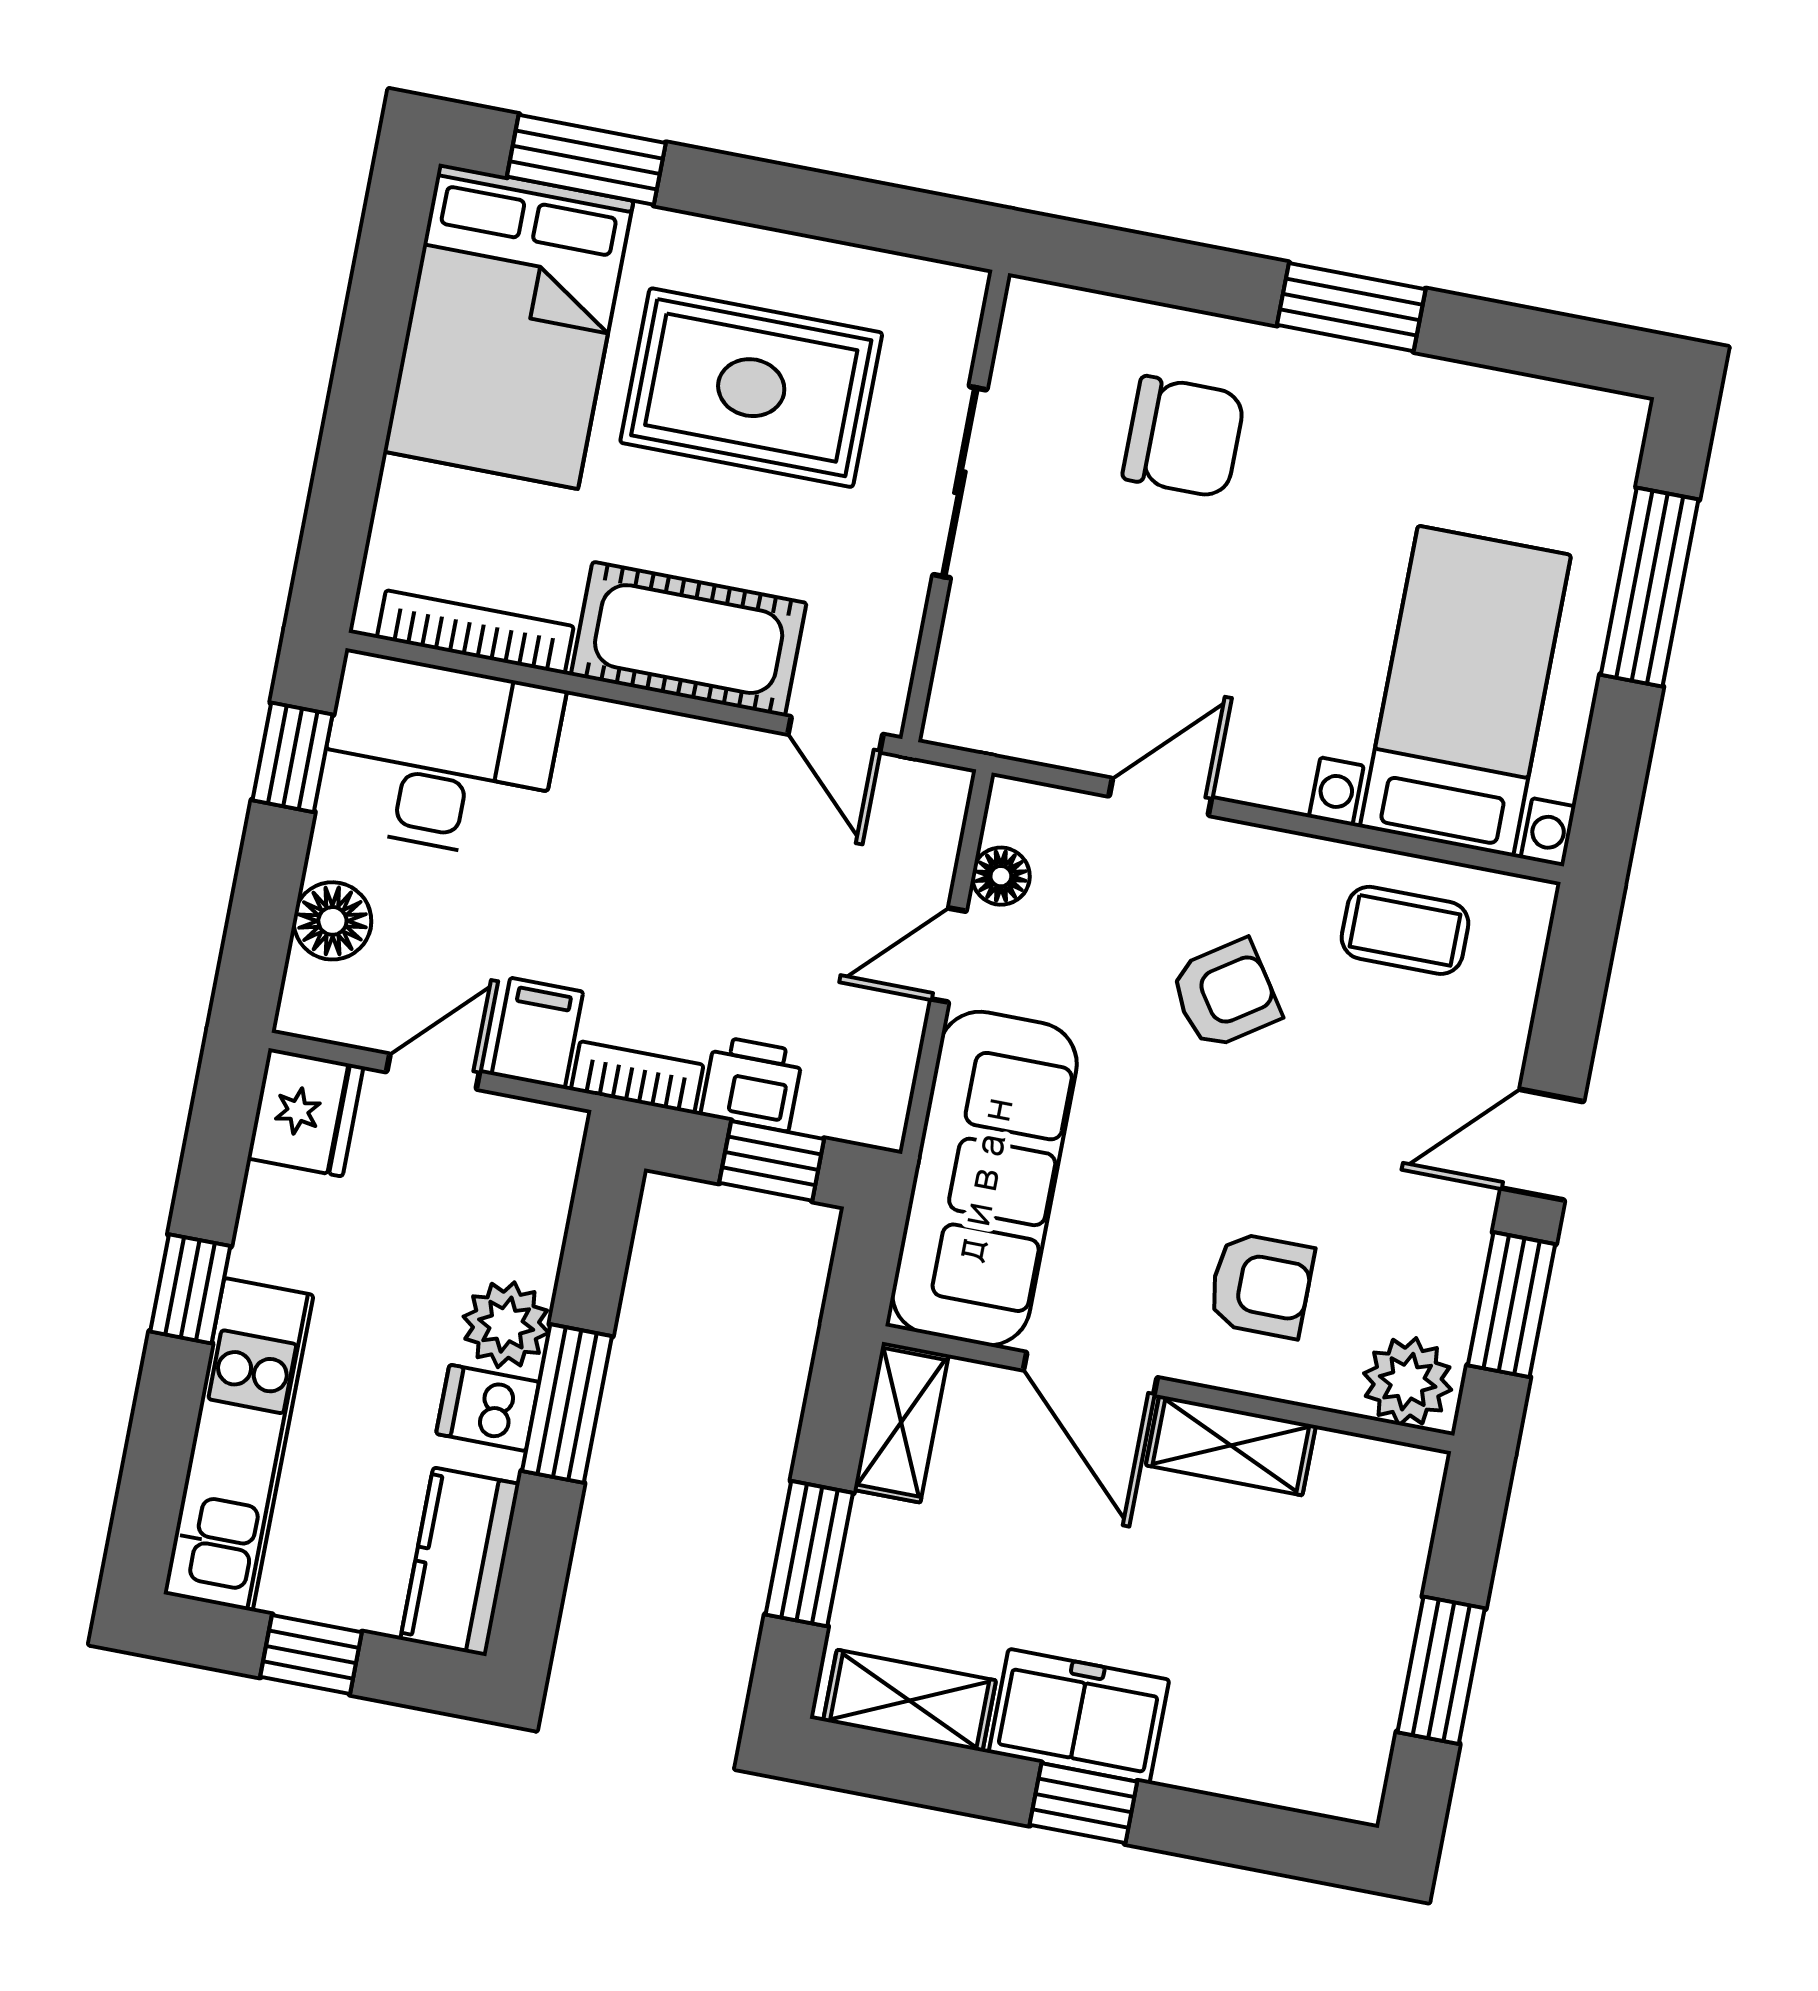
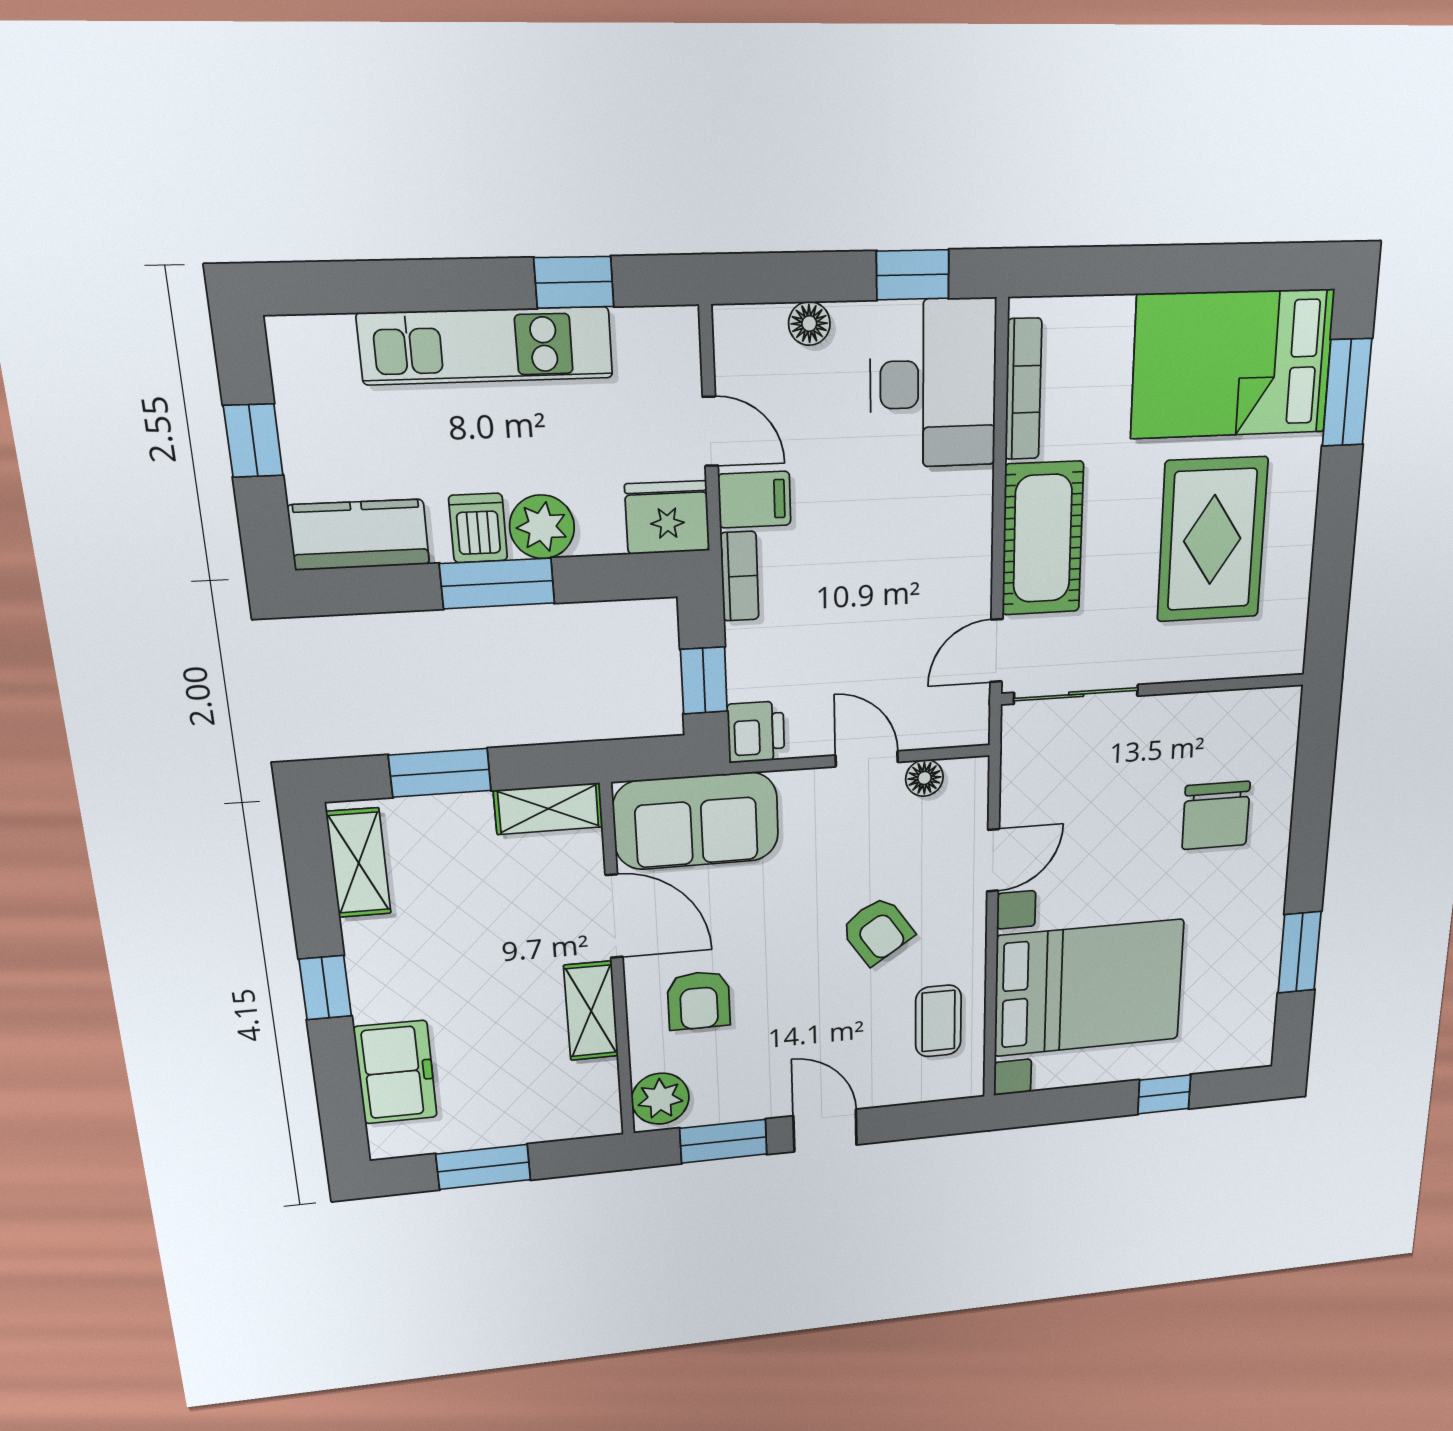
window: (1351, 307) -> (1299, 952), moved
sliding door: (960, 482) -> (1076, 694), moved
window: (1650, 587) -> (1164, 1094), width x0.46
bed with nightstands: (1465, 691) -> (1089, 988), width x1.36
door: (1160, 797) -> (993, 860), hinge flipped
floor lamp: (332, 921) -> (809, 324), width x0.73, depth x0.73
printer: (752, 1084) -> (756, 732), moved
fridge: (305, 1112) -> (667, 517), moved, turned 180
sofa: (984, 1179) -> (696, 821), width x0.73
window: (190, 1289) -> (574, 282), moved
door: (1090, 1374) -> (614, 916), swing flipped
kitchen unit: (238, 1444) -> (486, 346), moved
freezer: (1079, 1716) -> (396, 1072), moved

